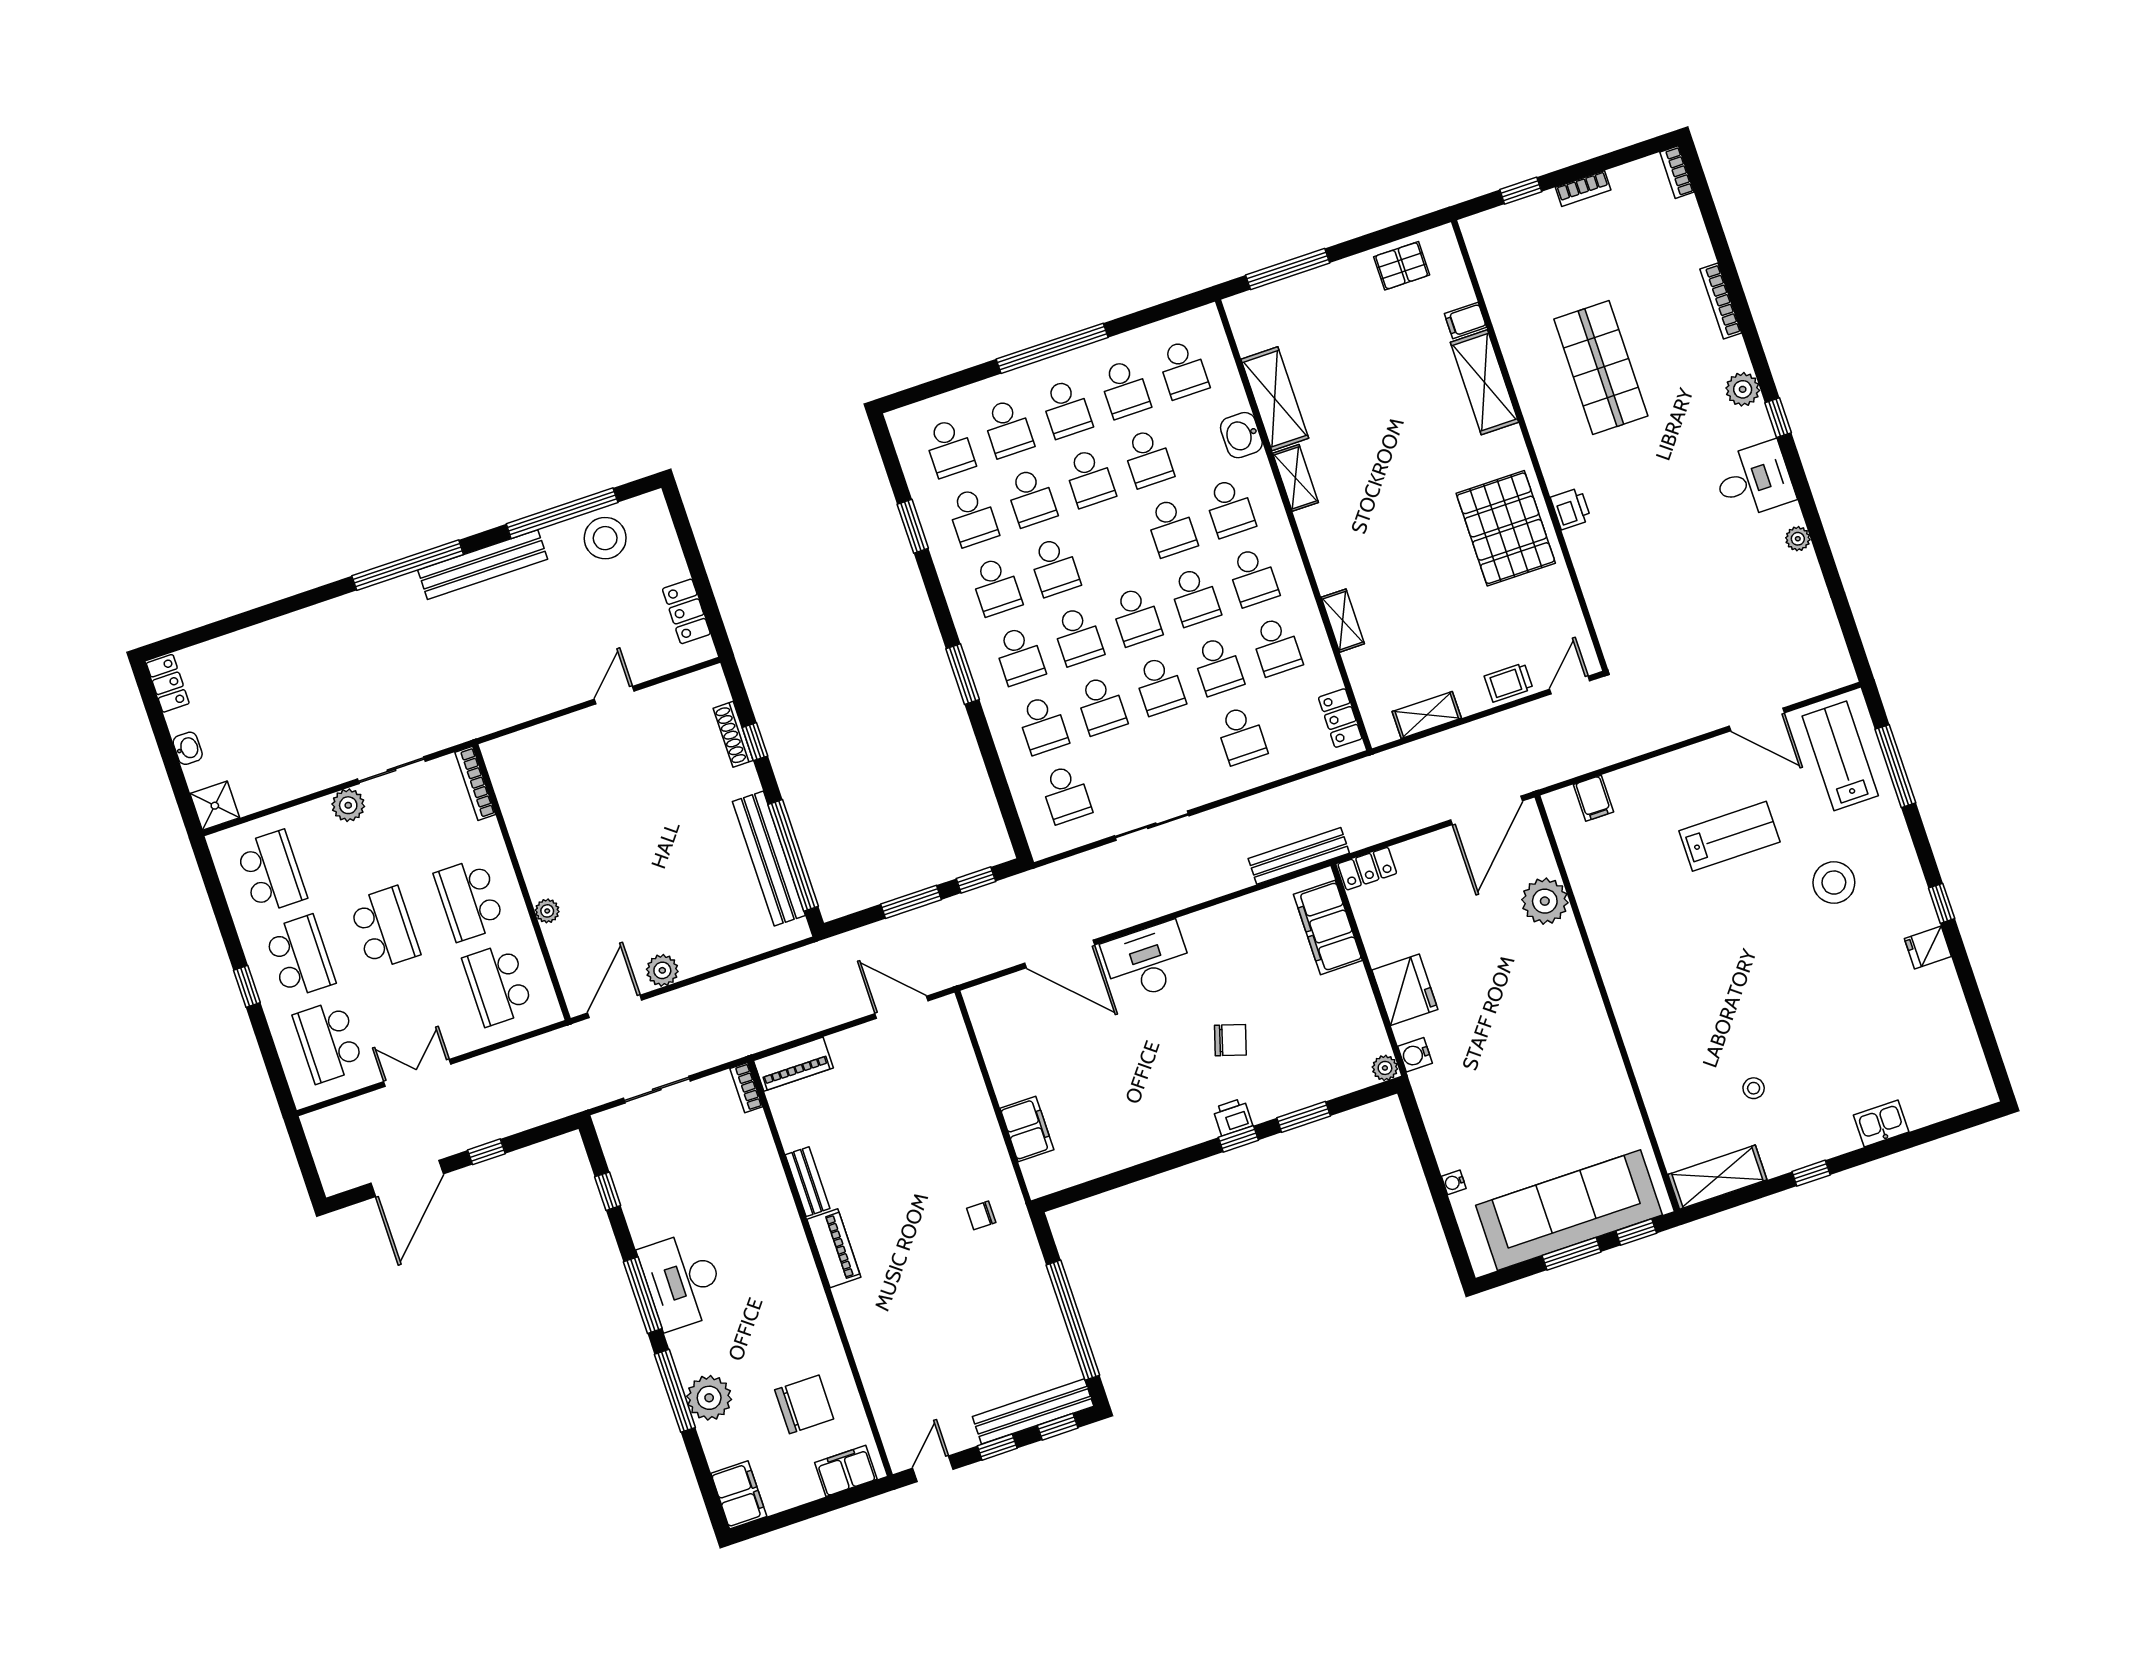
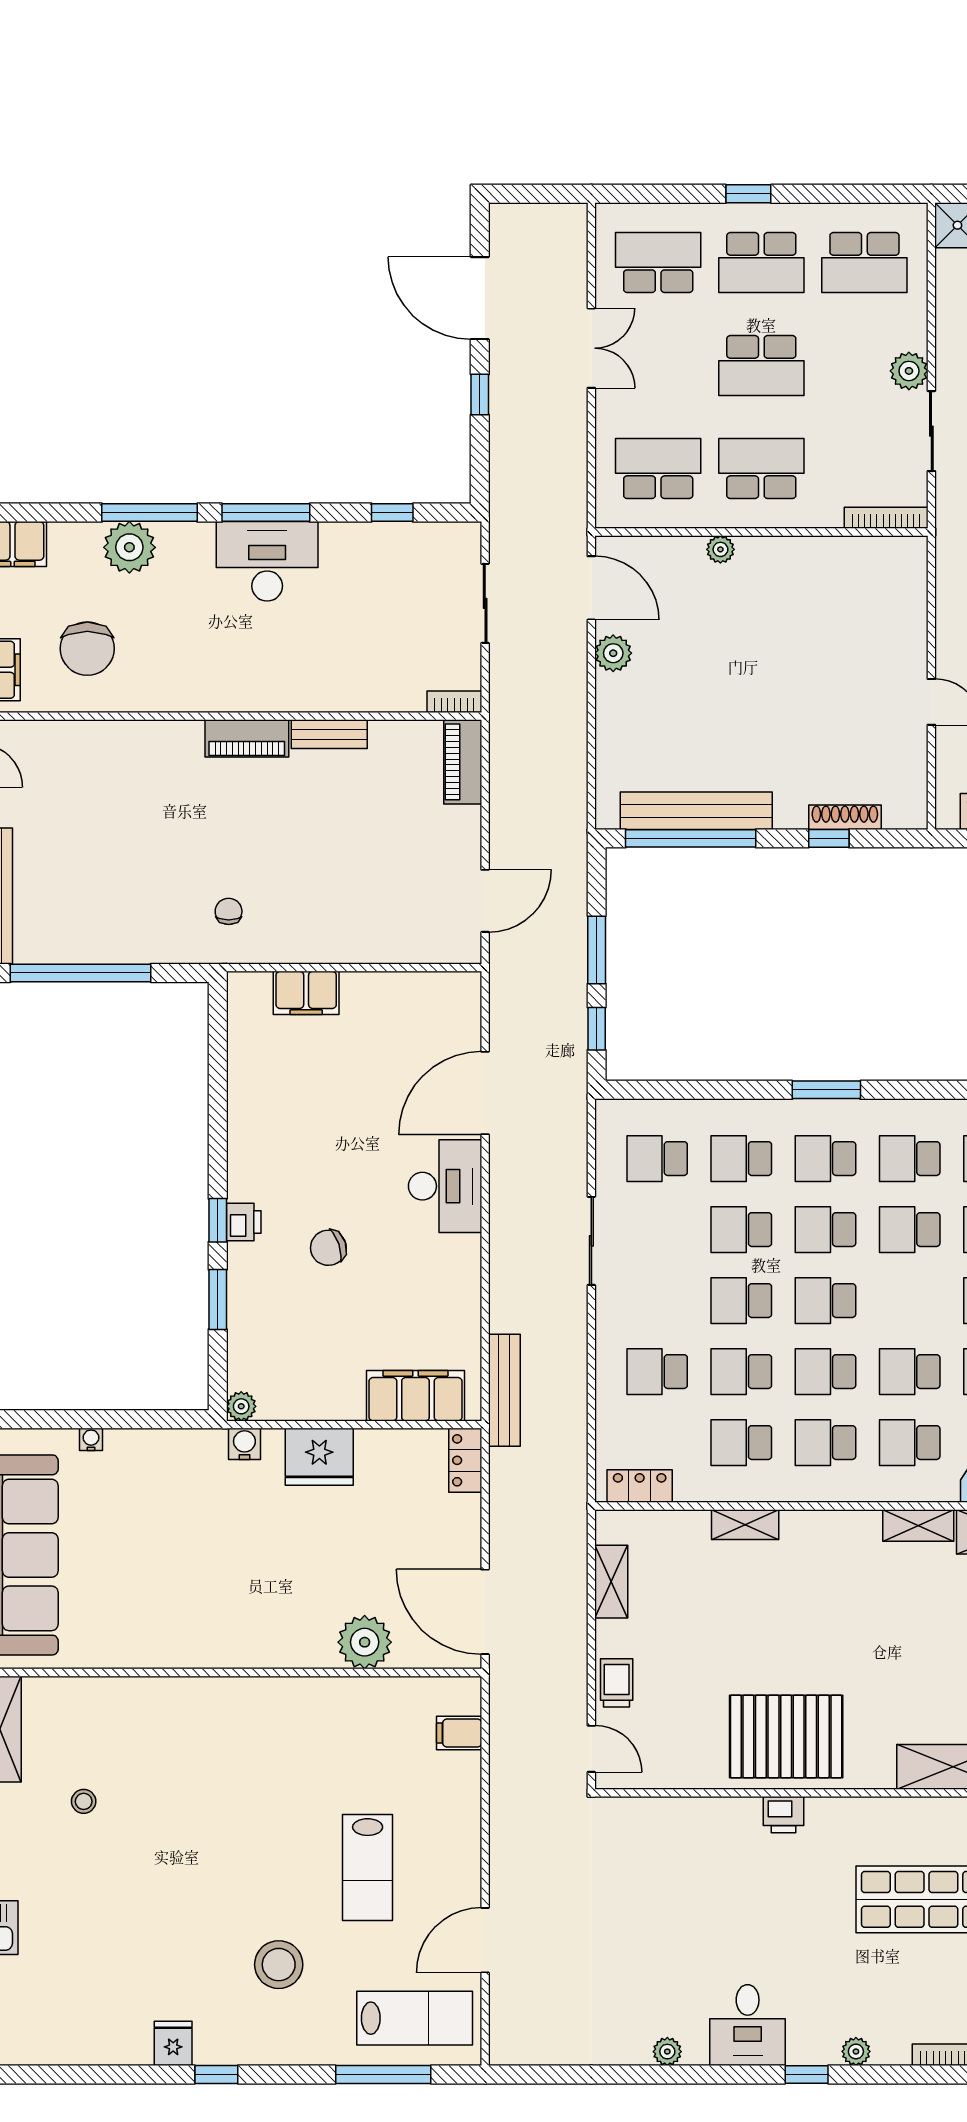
plant: (1743, 389) -> (856, 2051), width x0.73, depth x0.73
chair: (1230, 1040) -> (328, 1248), turned 54

